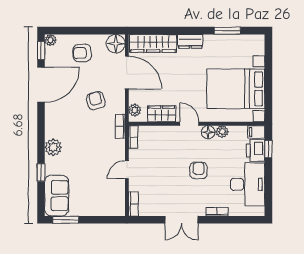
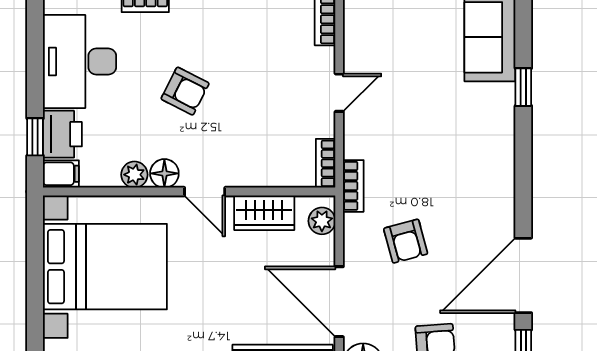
plant: (53, 147) -> (497, 141), removed
armchair: (199, 171) -> (185, 91), turned -63

